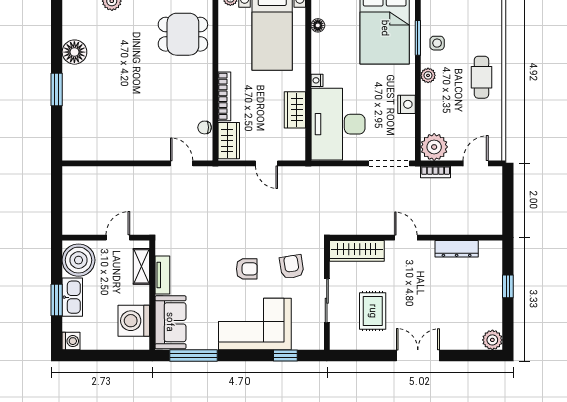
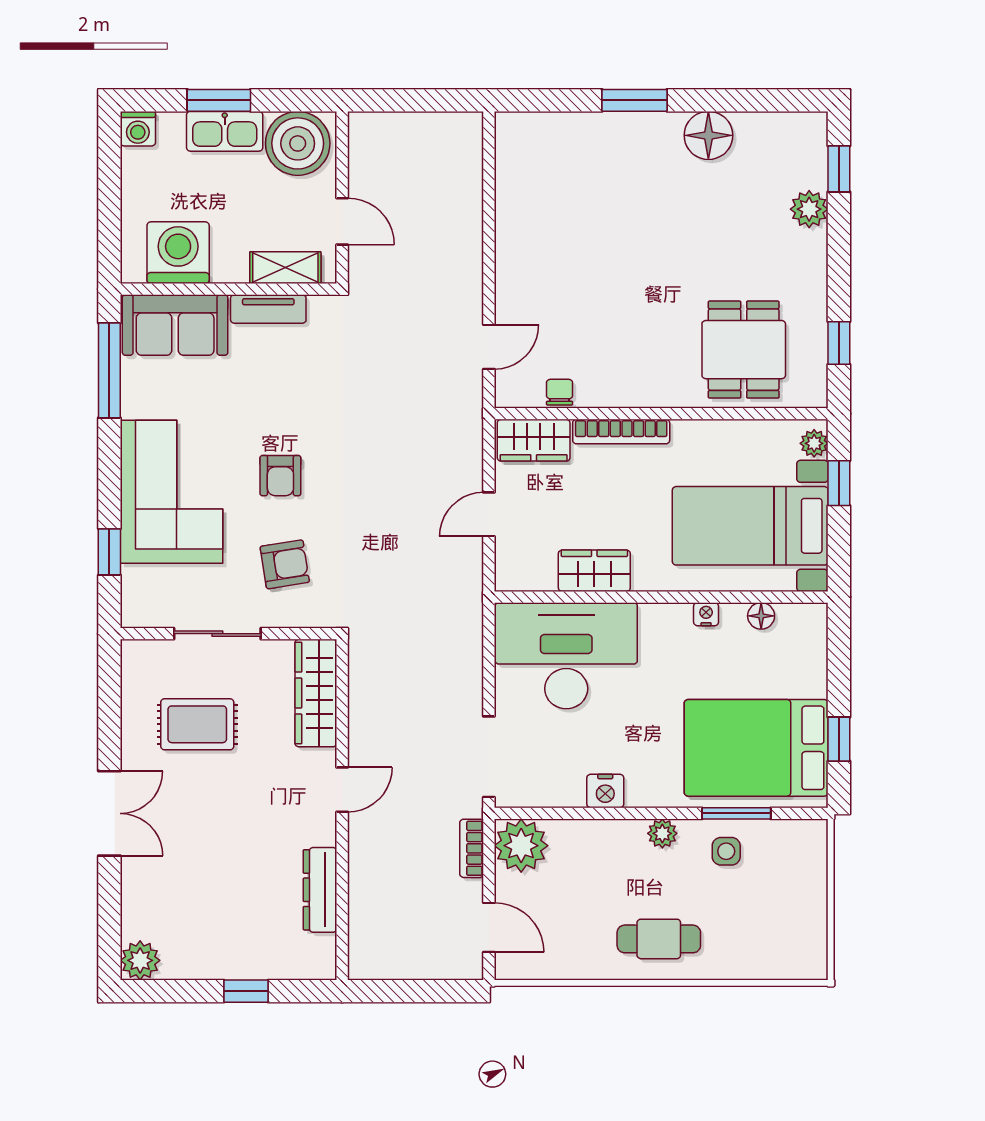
nightstand: (317, 80) -> (706, 614), moved

